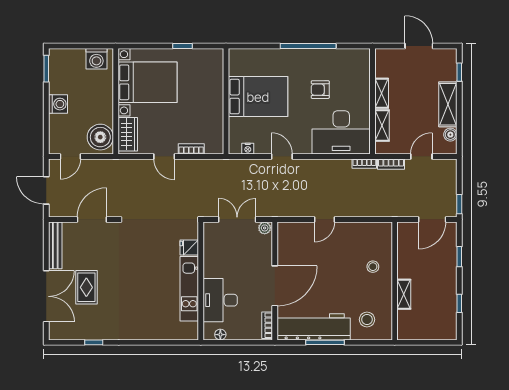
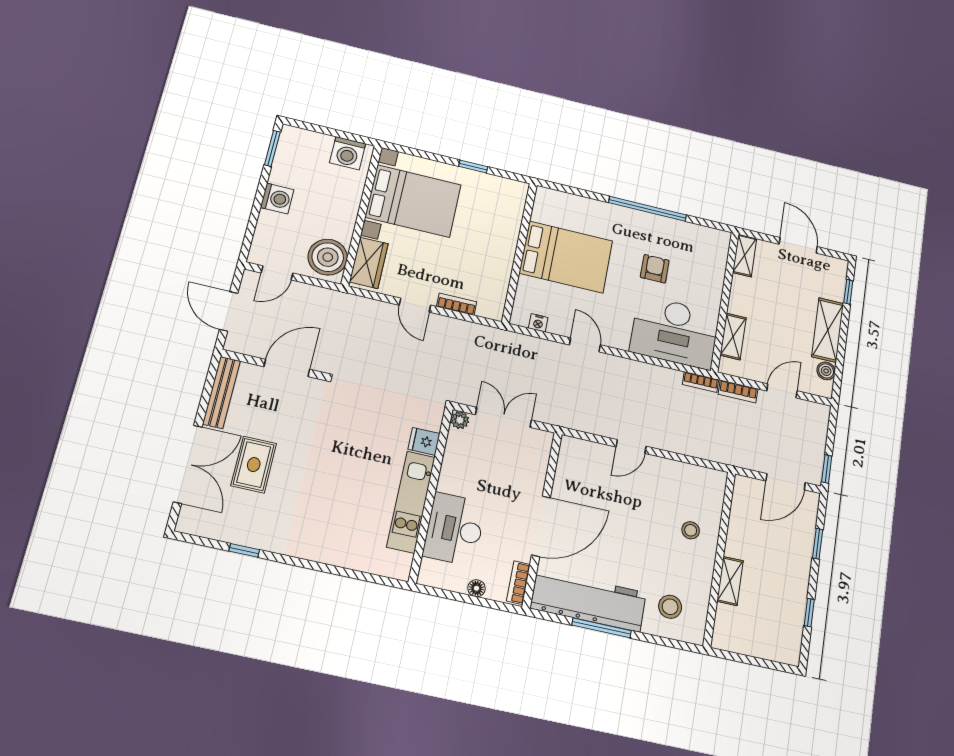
armchair: (320, 90) -> (655, 269), turned 90
shelving: (382, 93) -> (745, 255), moved
plant: (265, 228) -> (460, 420), moved
floor lamp: (220, 335) -> (477, 588), moved

